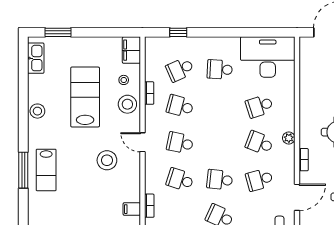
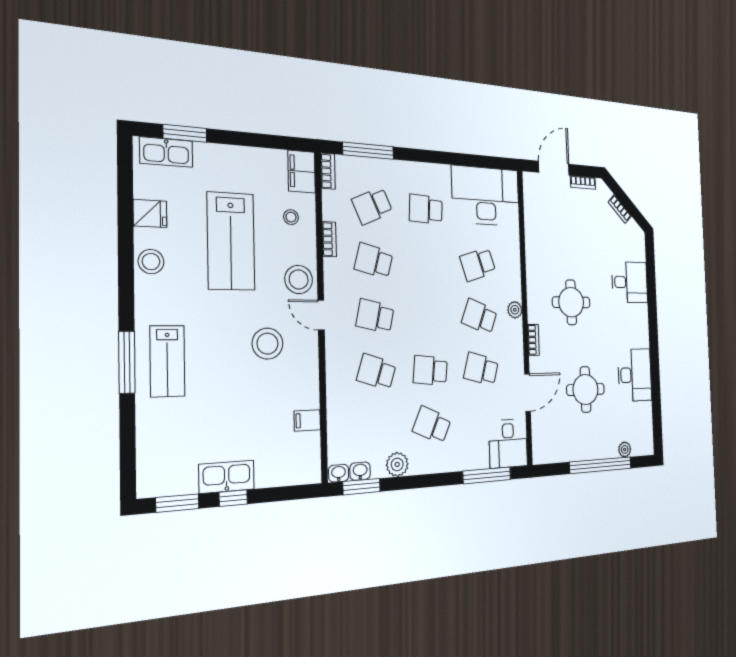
window: (178, 32) -> (368, 151), width x2.17
kitchen sink: (36, 58) -> (166, 152), moved, turned 90
fridge: (37, 83) -> (150, 214), added
lab bench: (85, 97) -> (231, 241), turned 180
stool: (127, 104) -> (299, 279), moved
school desk: (259, 180) -> (481, 369), turned 30
bookcase: (149, 206) -> (328, 171), moved

